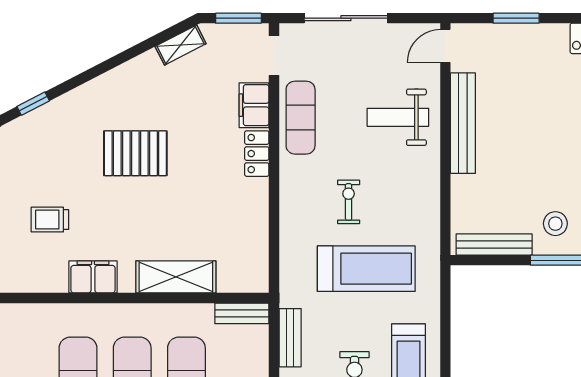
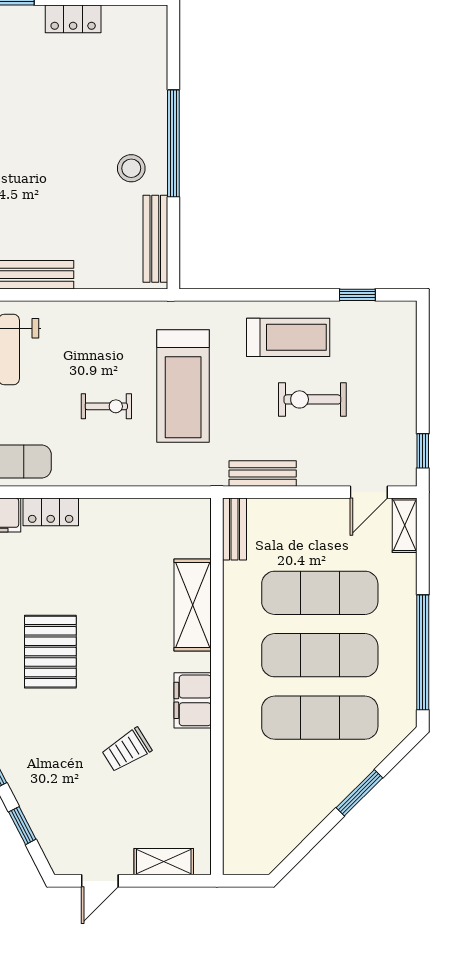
exercise bike: (349, 202) -> (106, 406), turned 180
trolley: (50, 220) -> (127, 750), turned 58
treadmill: (366, 269) -> (183, 386), turned 180

